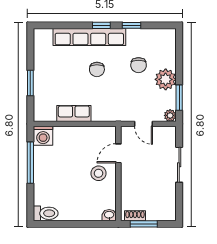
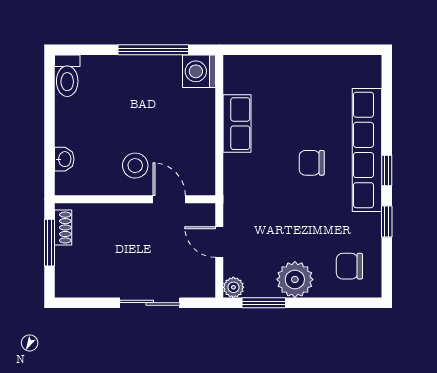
chair: (139, 65) -> (349, 266), moved
window: (30, 83) -> (289, 50), removed
door: (143, 124) -> (219, 242), hinge flipped
washbasin: (109, 215) -> (64, 159), moved

